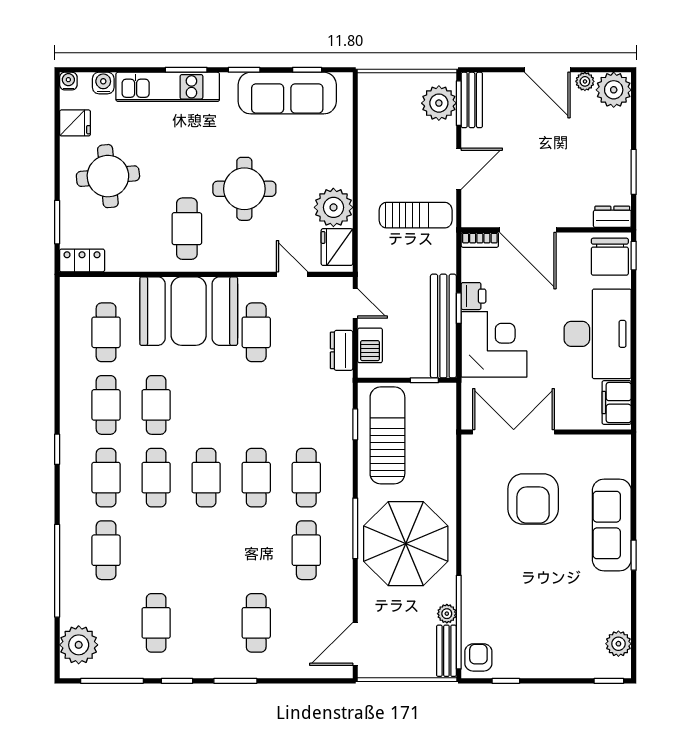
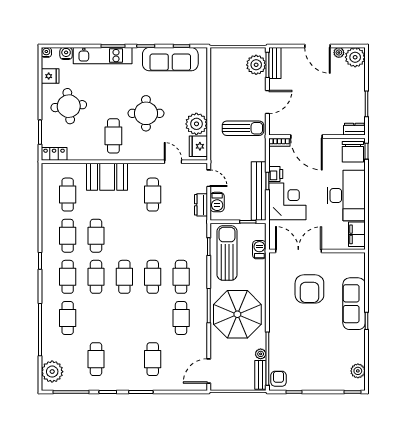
booth: (189, 311) -> (107, 177), width x0.73, depth x0.70
barbecue: (445, 430) -> (259, 250), added

